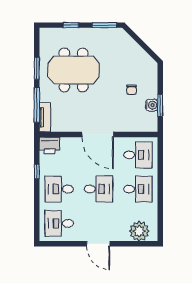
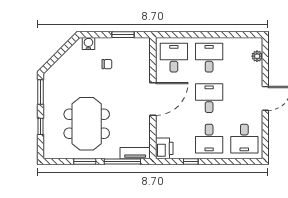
water cooler: (152, 105) -> (88, 43), moved
plant: (139, 231) -> (257, 56), width x0.53, depth x0.53

